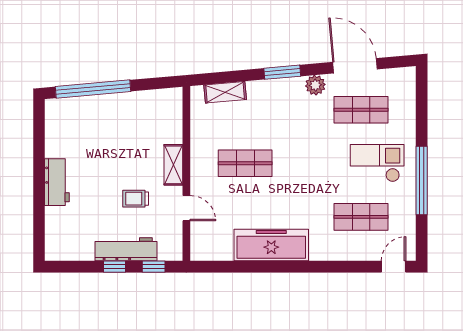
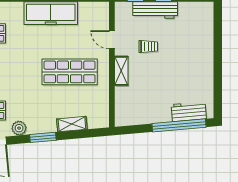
shelving: (225, 92) -> (72, 124), moved
shop shelf: (245, 163) -> (70, 72), width x1.43, depth x1.36
workbench: (57, 182) -> (189, 112), moved, turned 85

